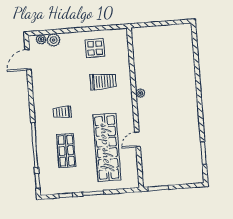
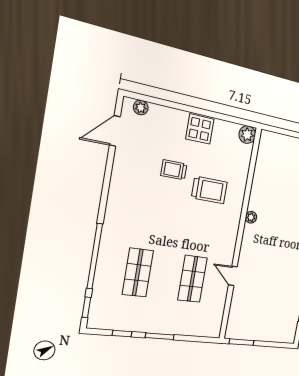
plant: (54, 40) -> (247, 135), moved
display table: (95, 48) -> (200, 129), moved
trolley: (62, 112) -> (174, 170), moved
door: (138, 139) -> (233, 276), hinge flipped
shop shelf: (107, 147) -> (192, 279), width x0.50, depth x0.74

